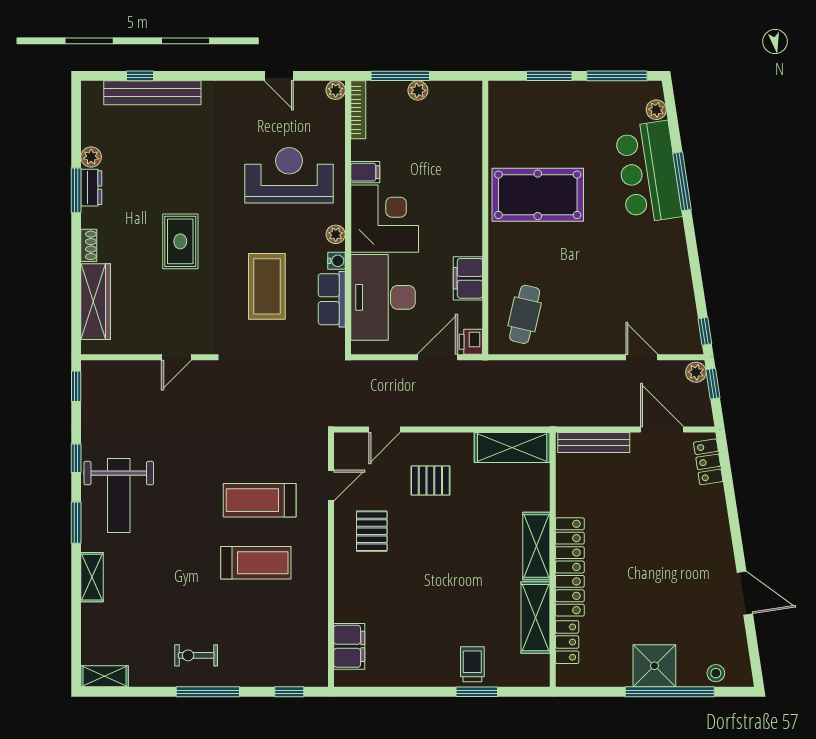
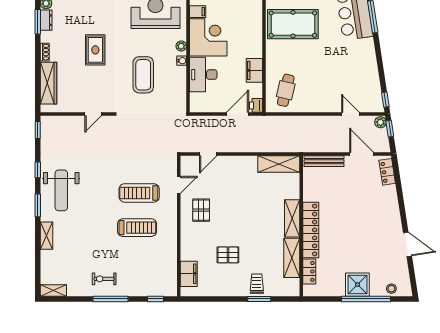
desk: (383, 297) -> (203, 75), width x0.73, depth x0.77
row of seats: (332, 299) -> (179, 82), removed
pallet: (430, 481) -> (228, 255), moved

